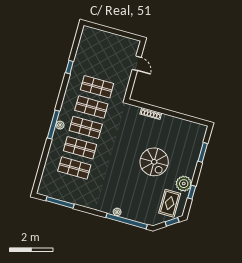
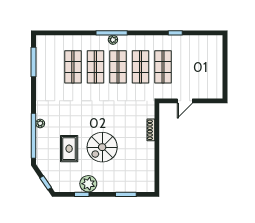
door: (137, 63) -> (185, 101), moved
rug: (170, 203) -> (69, 149), moved, turned 90

